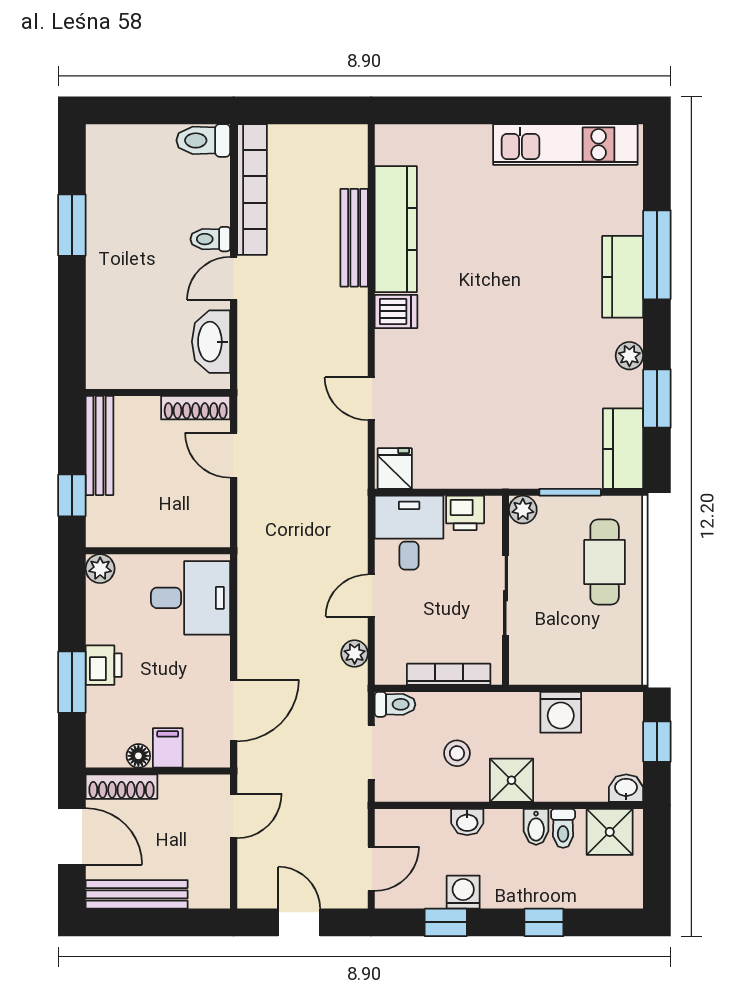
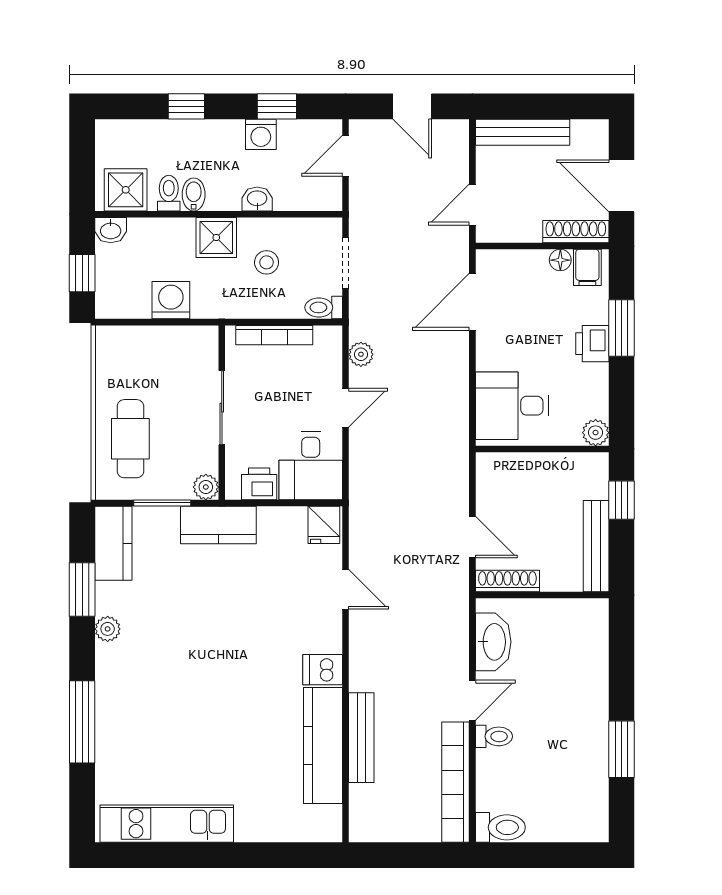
kitchen counter: (623, 277) -> (218, 525), moved, turned 90
filing cabinet: (168, 748) -> (587, 267), moved
bench: (137, 894) -> (523, 132), moved

